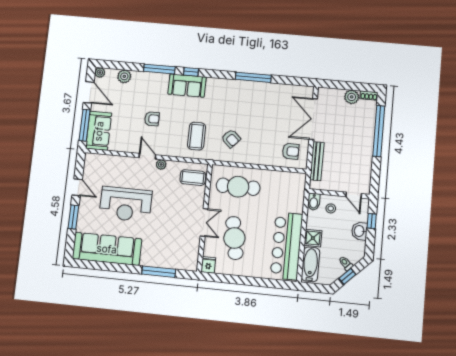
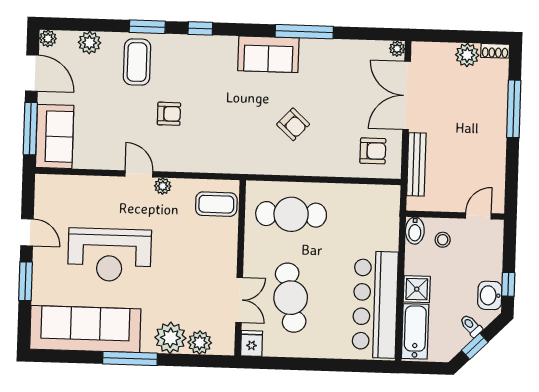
window: (159, 69) -> (147, 27), width x0.69
sofa: (187, 86) -> (268, 54), moved
plant: (309, 91) -> (397, 49), added
armchair: (152, 119) -> (169, 114), moved
window: (379, 131) -> (514, 109), width x0.68
coffee table: (197, 136) -> (137, 62), moved
armchair: (231, 139) -> (293, 124), moved
door: (354, 195) -> (478, 216), swing flipped
window: (372, 221) -> (508, 284), moved
double door: (204, 222) -> (239, 300), moved
washbasin: (360, 231) -> (490, 295), moved
plant: (159, 258) -> (170, 338), added
plant: (176, 262) -> (200, 343), added
window: (159, 272) -> (130, 359), moved

